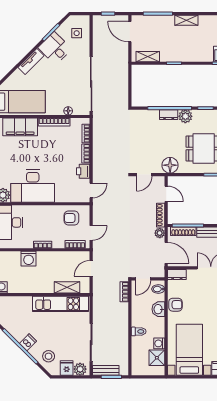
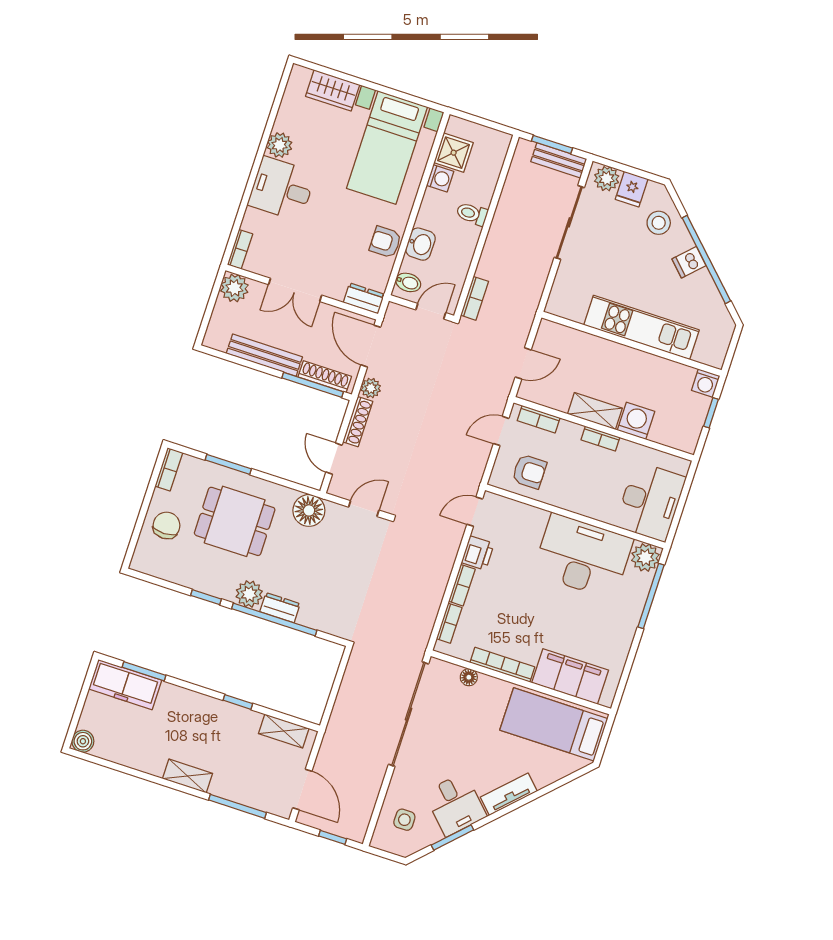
shelving: (67, 287) -> (595, 411), moved
kitchen unit: (60, 304) -> (641, 327), moved

